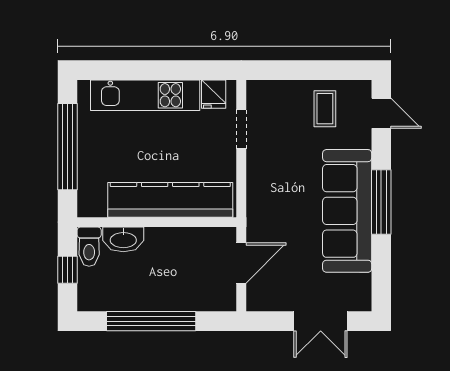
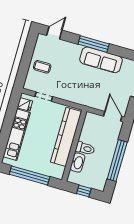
coffee table: (325, 109) -> (42, 67), moved
sofa: (347, 211) -> (101, 60), width x0.74, depth x0.79
toilet: (89, 247) -> (85, 148), moved
door: (241, 263) -> (113, 116), moved

